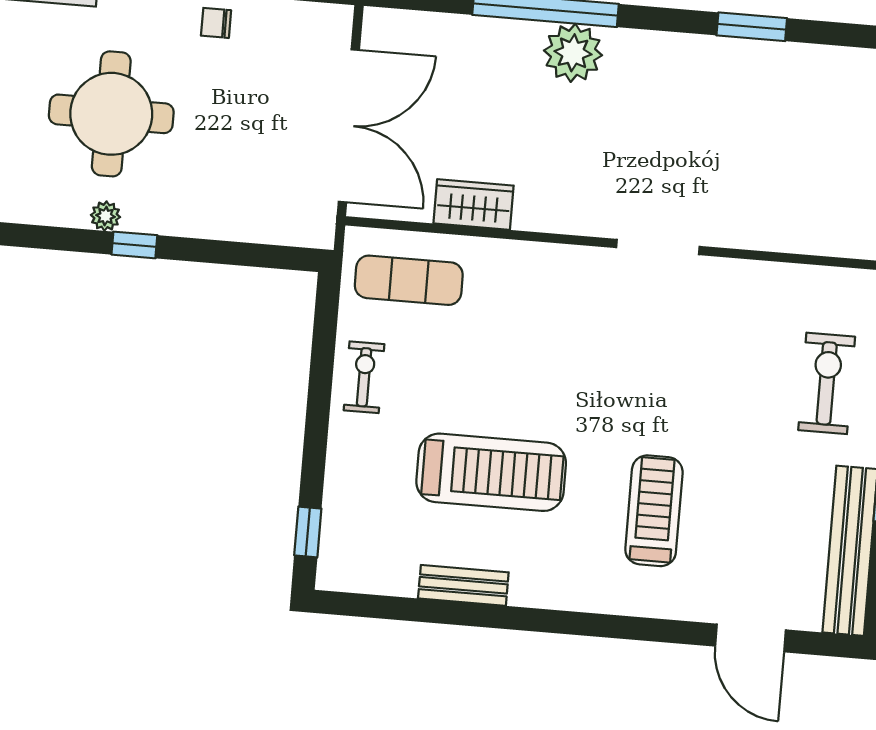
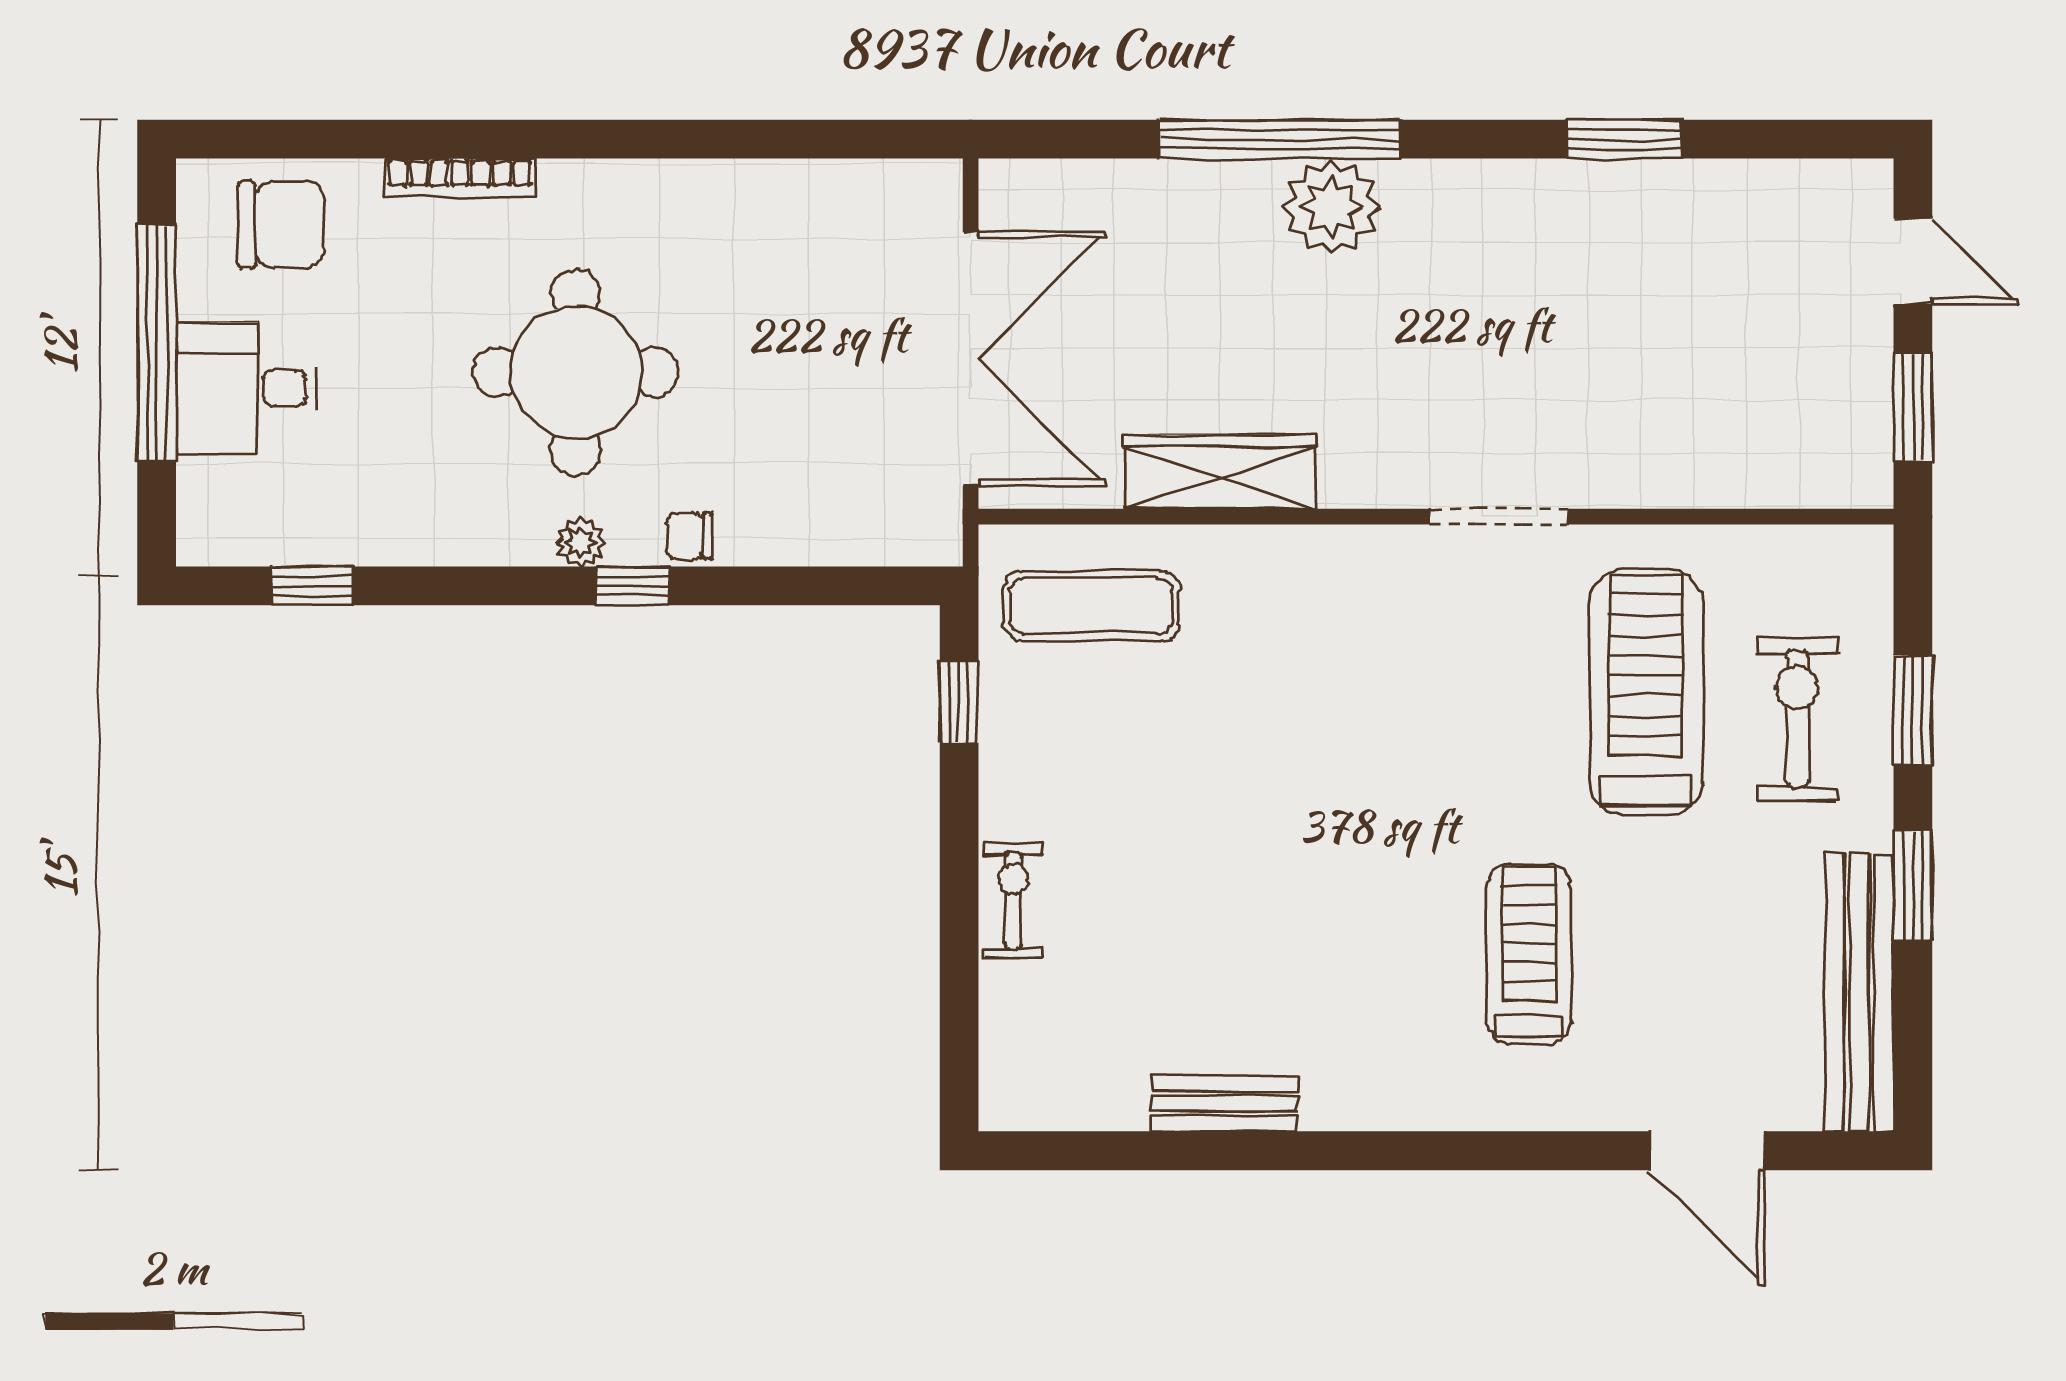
chair: (216, 23) -> (689, 536), moved
wardrobe: (474, 205) -> (1220, 472), width x1.50
exercise bike: (364, 377) -> (1013, 901), moved
treadmill: (491, 472) -> (1646, 692), moved, turned -90
window: (308, 532) -> (959, 702), moved

